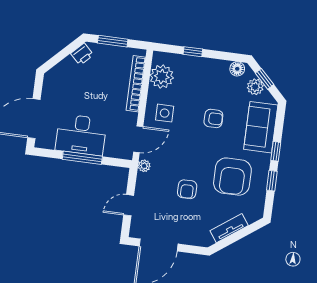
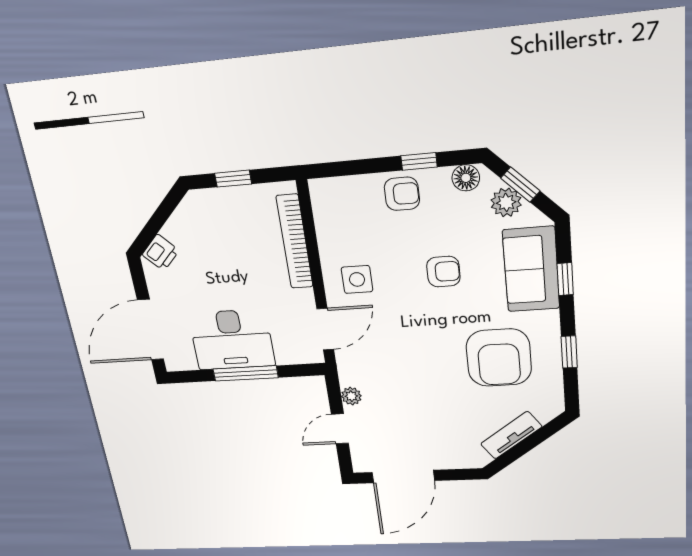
window: (113, 41) -> (233, 179), width x0.67
window: (193, 52) -> (419, 161), moved
printer: (82, 54) -> (161, 253), moved
plant: (162, 77) -> (335, 220), removed
window: (276, 151) -> (565, 279), moved
plant: (144, 166) -> (351, 396), moved
armchair: (187, 189) -> (402, 194), moved, turned -90

